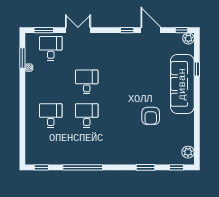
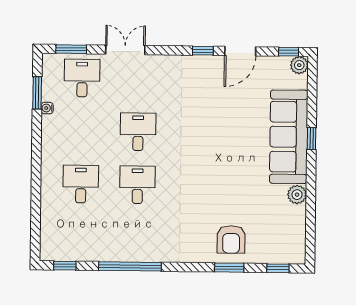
door: (151, 30) -> (240, 51), swing flipped
window: (197, 69) -> (312, 139), moved
armchair: (151, 116) -> (231, 239), moved
plant: (188, 152) -> (297, 195), moved

